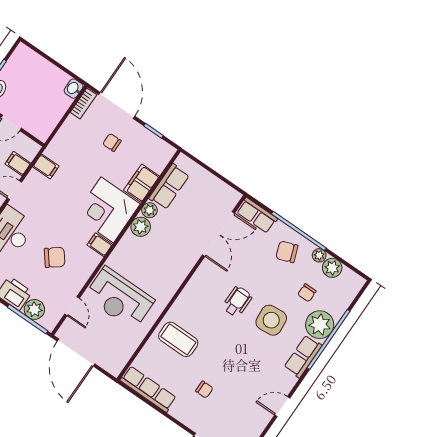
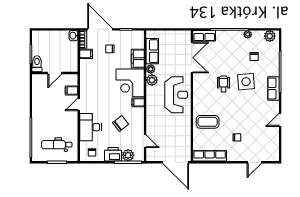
filing cabinet: (46, 166) -> (86, 54), moved
chair: (287, 252) -> (231, 43), removed
plant: (332, 268) -> (270, 36), moved
reception desk: (119, 298) -> (176, 95), moved, turned -90
plant: (320, 325) -> (271, 68), removed
door: (76, 352) -> (176, 162), moved

